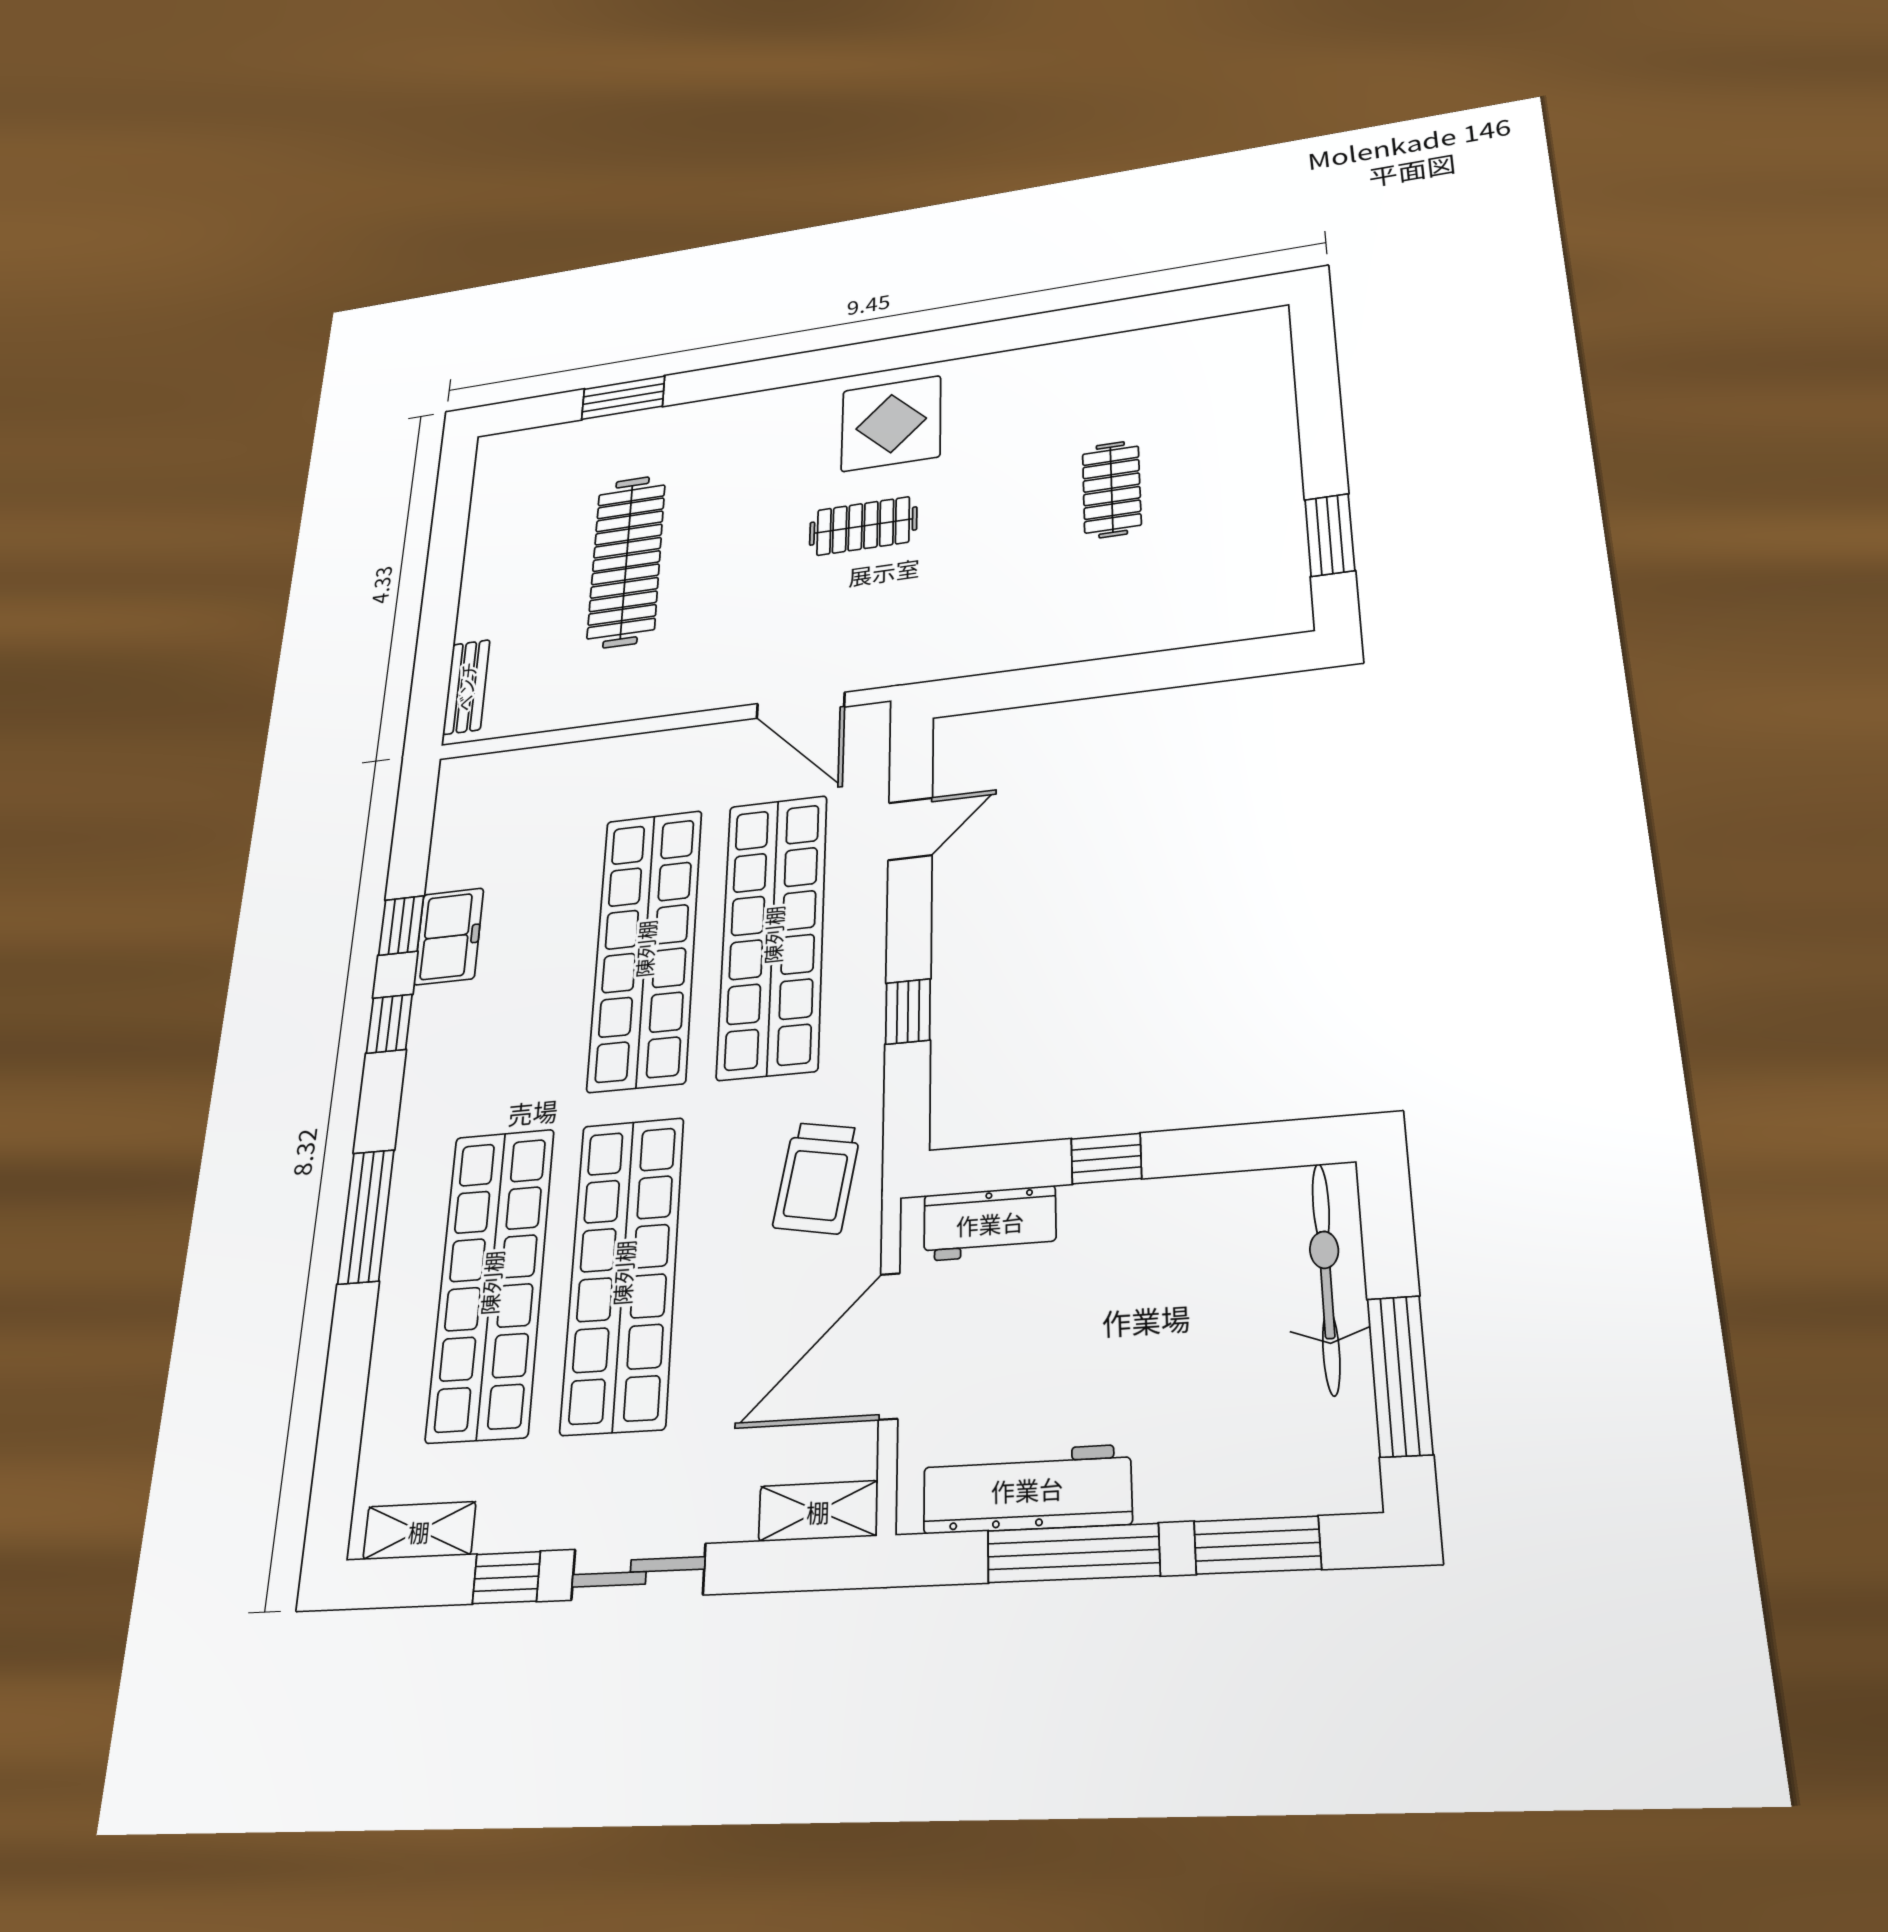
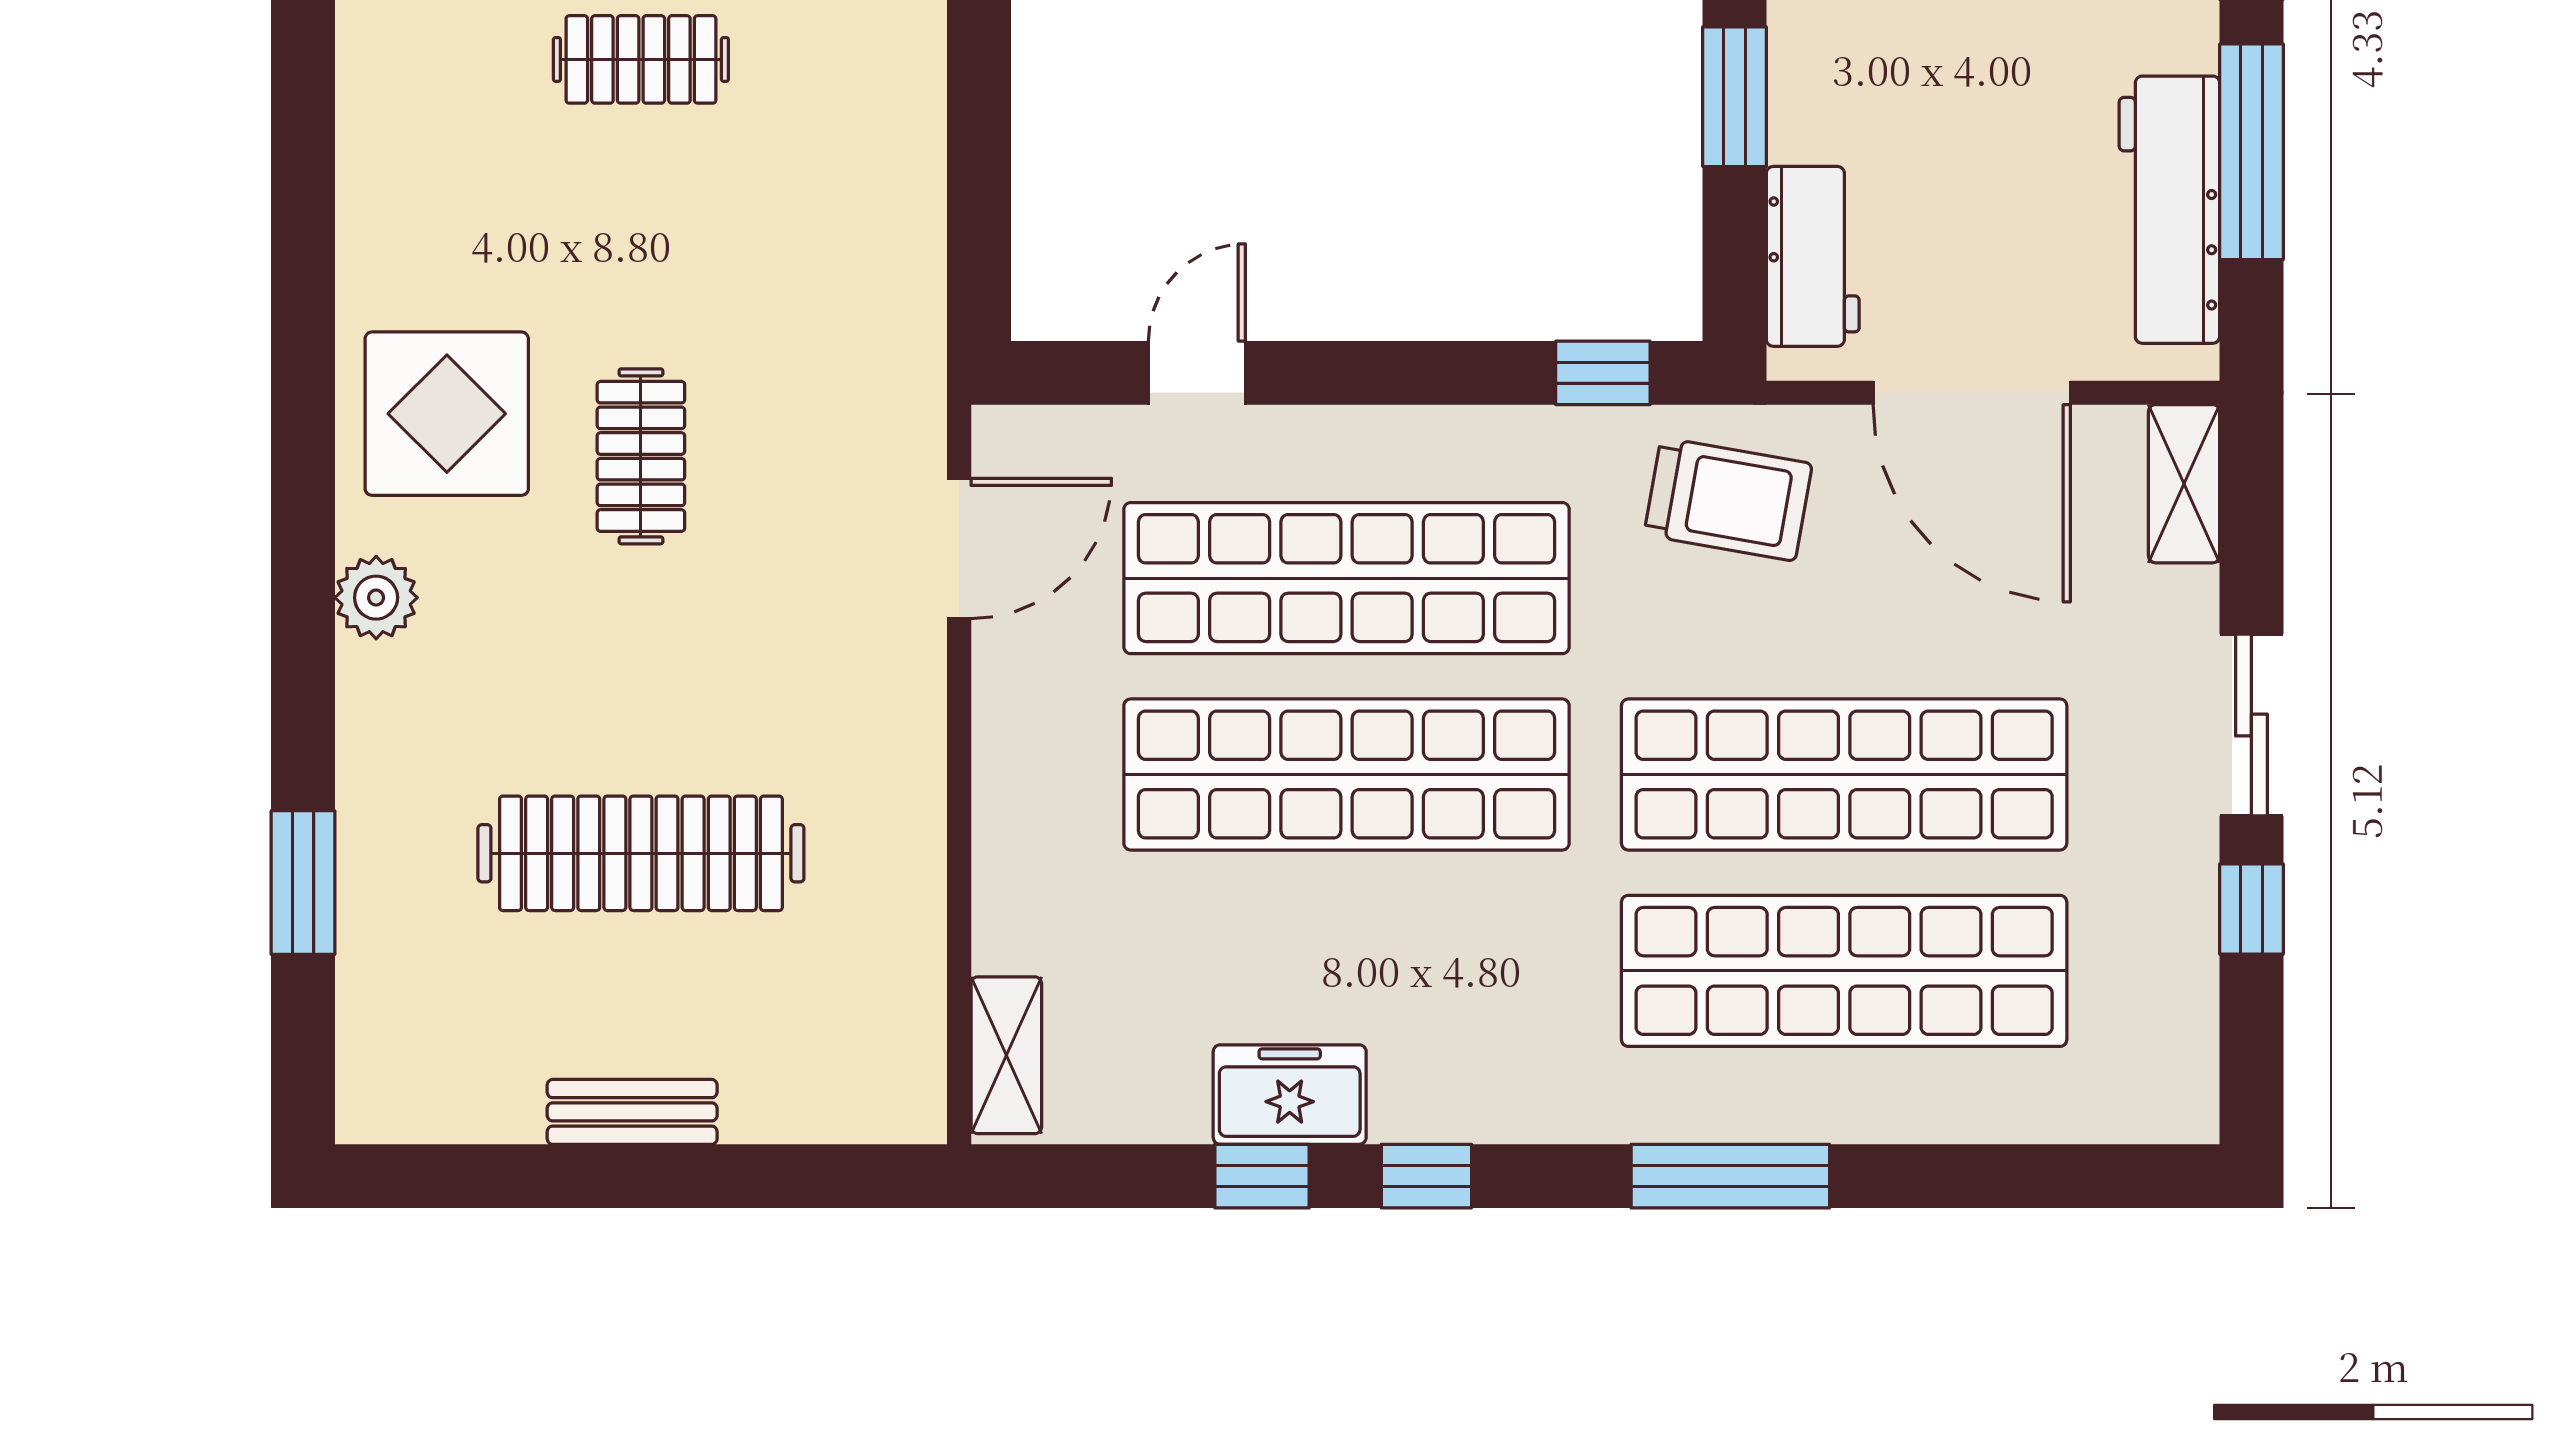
plant: (783, 406) -> (376, 598), added
bench: (466, 687) -> (632, 1112), moved
door: (910, 829) -> (1197, 373), hinge flipped
window: (908, 1011) -> (1603, 373), moved
window: (1106, 1159) -> (1735, 97), width x1.50
shelving: (419, 1531) -> (1006, 1055), moved

